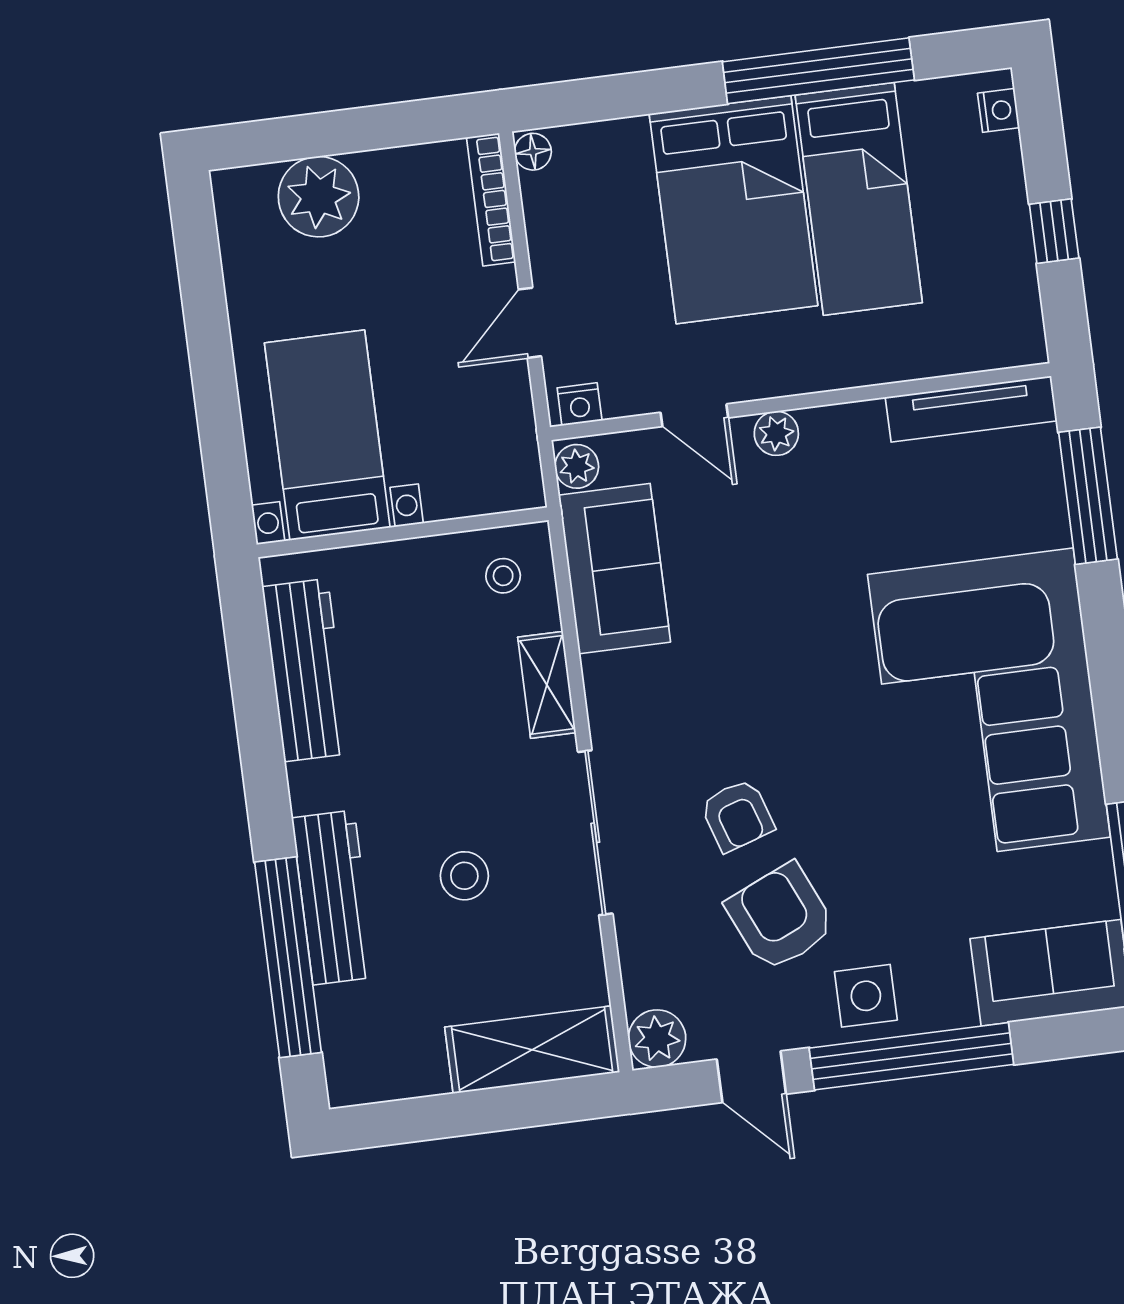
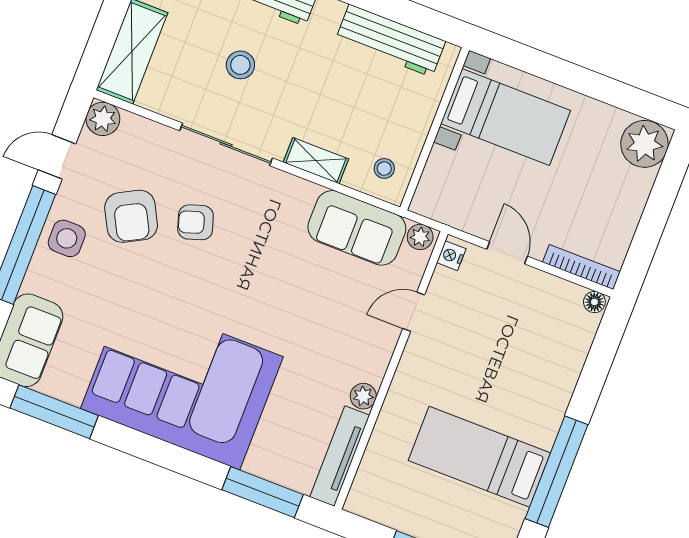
plant: (319, 197) -> (645, 144), moved
bed: (733, 210) -> (509, 389), removed
plant: (776, 433) -> (363, 396), moved
armchair: (780, 917) -> (131, 216), turned 86

